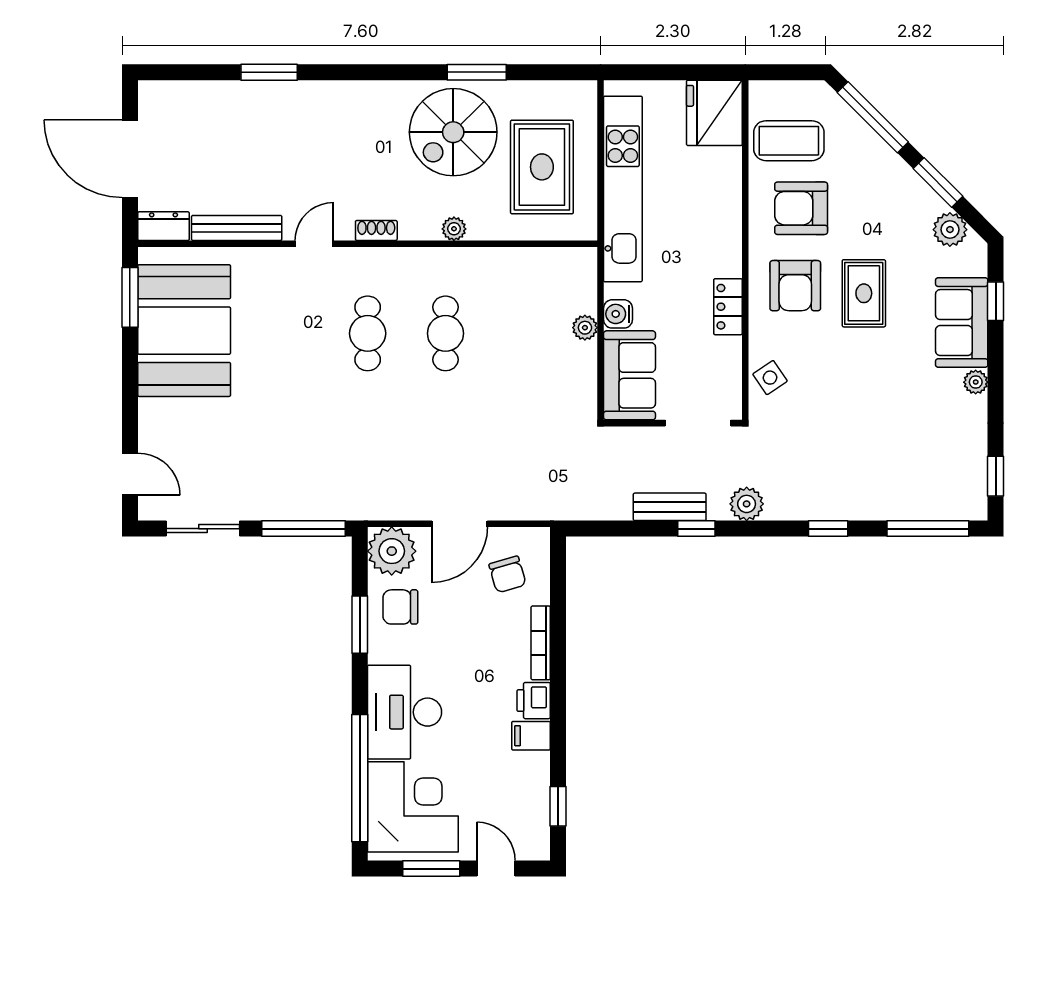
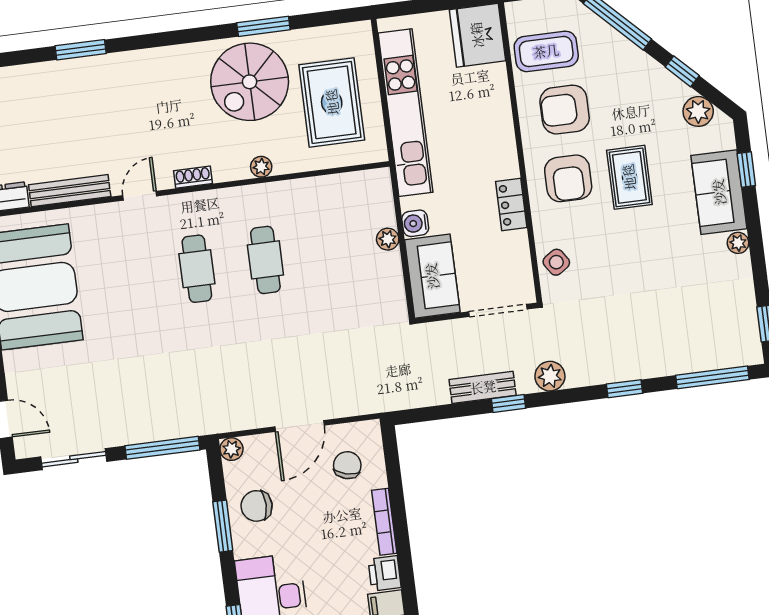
window: (938, 182) -> (682, 71), width x0.67
plant: (392, 551) -> (231, 449), width x0.53, depth x0.53
chair: (507, 574) -> (347, 465), turned -149

